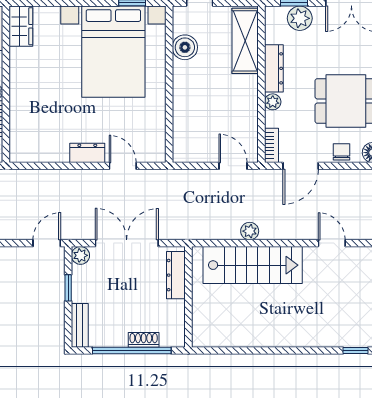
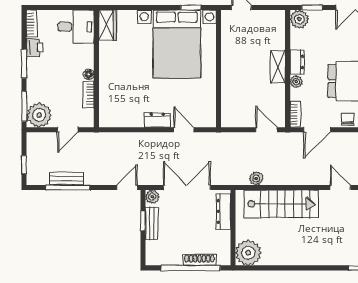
plant: (300, 18) -> (299, 19), moved
shelving: (245, 41) -> (278, 67), moved, width x0.67, depth x0.75
boiler: (185, 47) -> (230, 41), removed
dresser: (274, 68) -> (297, 62), width x0.70
plant: (250, 231) -> (256, 178), moved
bench: (80, 325) -> (152, 223), moved
plant: (209, 330) -> (248, 253), added
shoe rack: (144, 340) -> (199, 260), width x1.43

